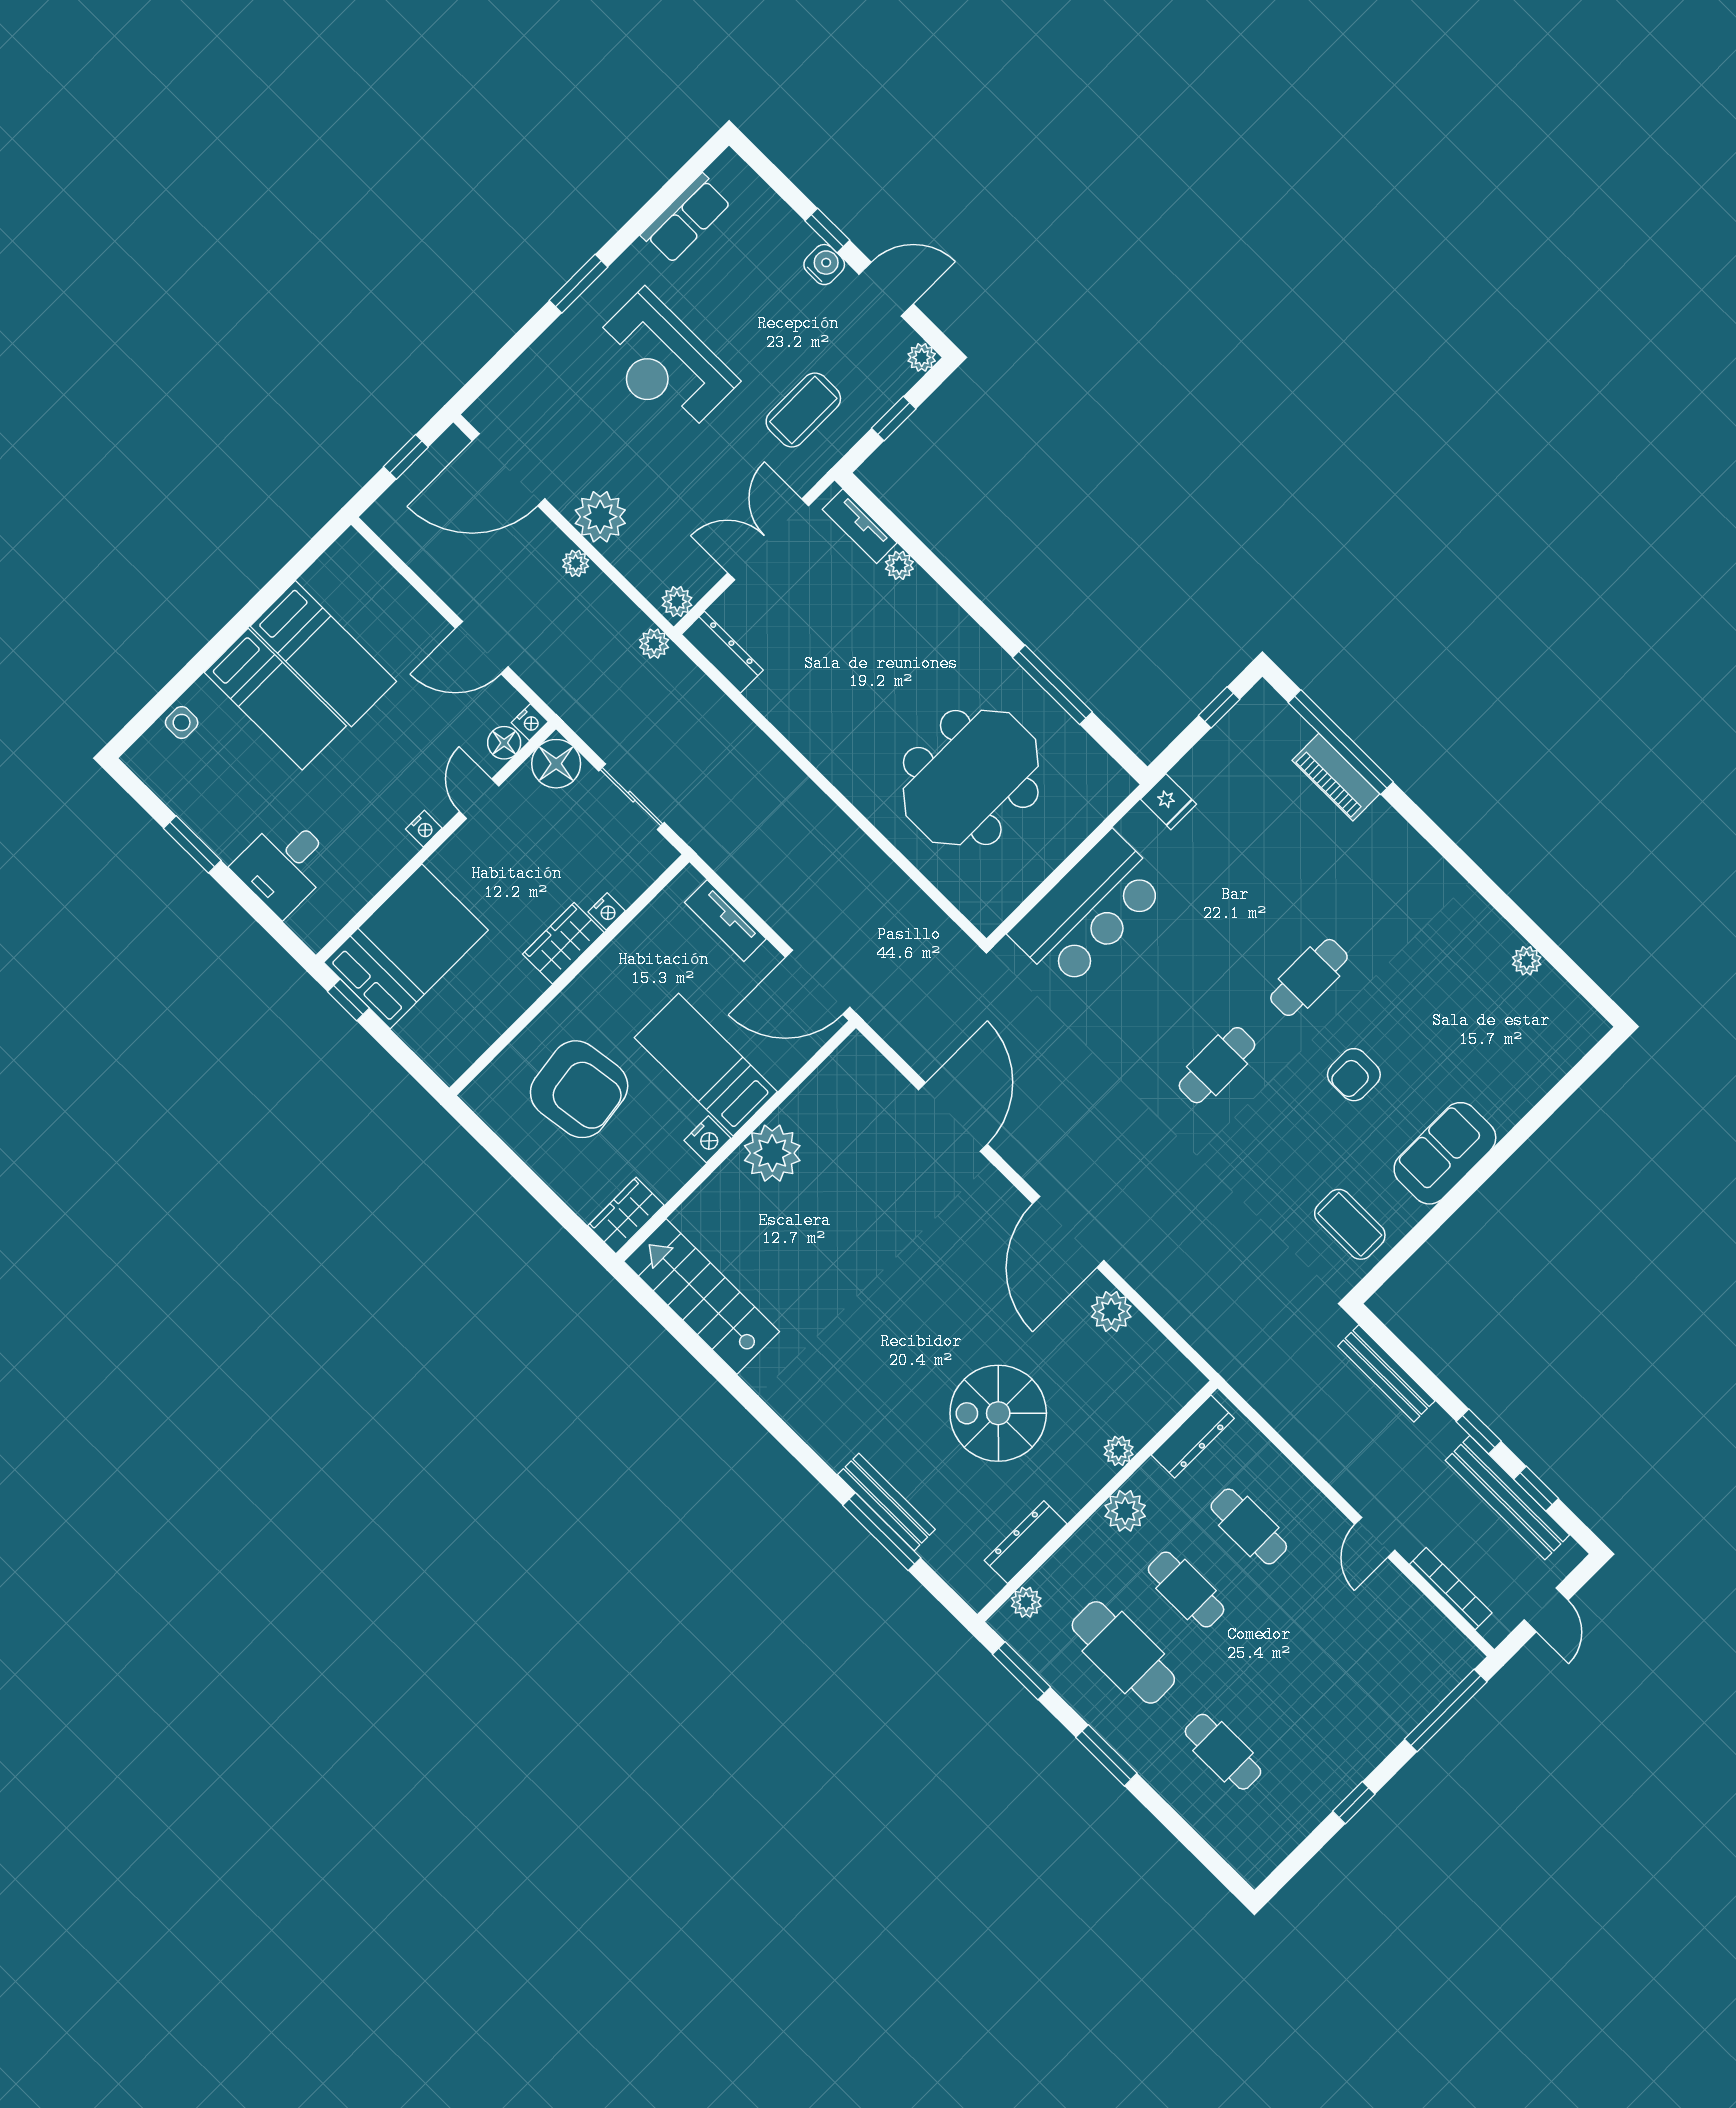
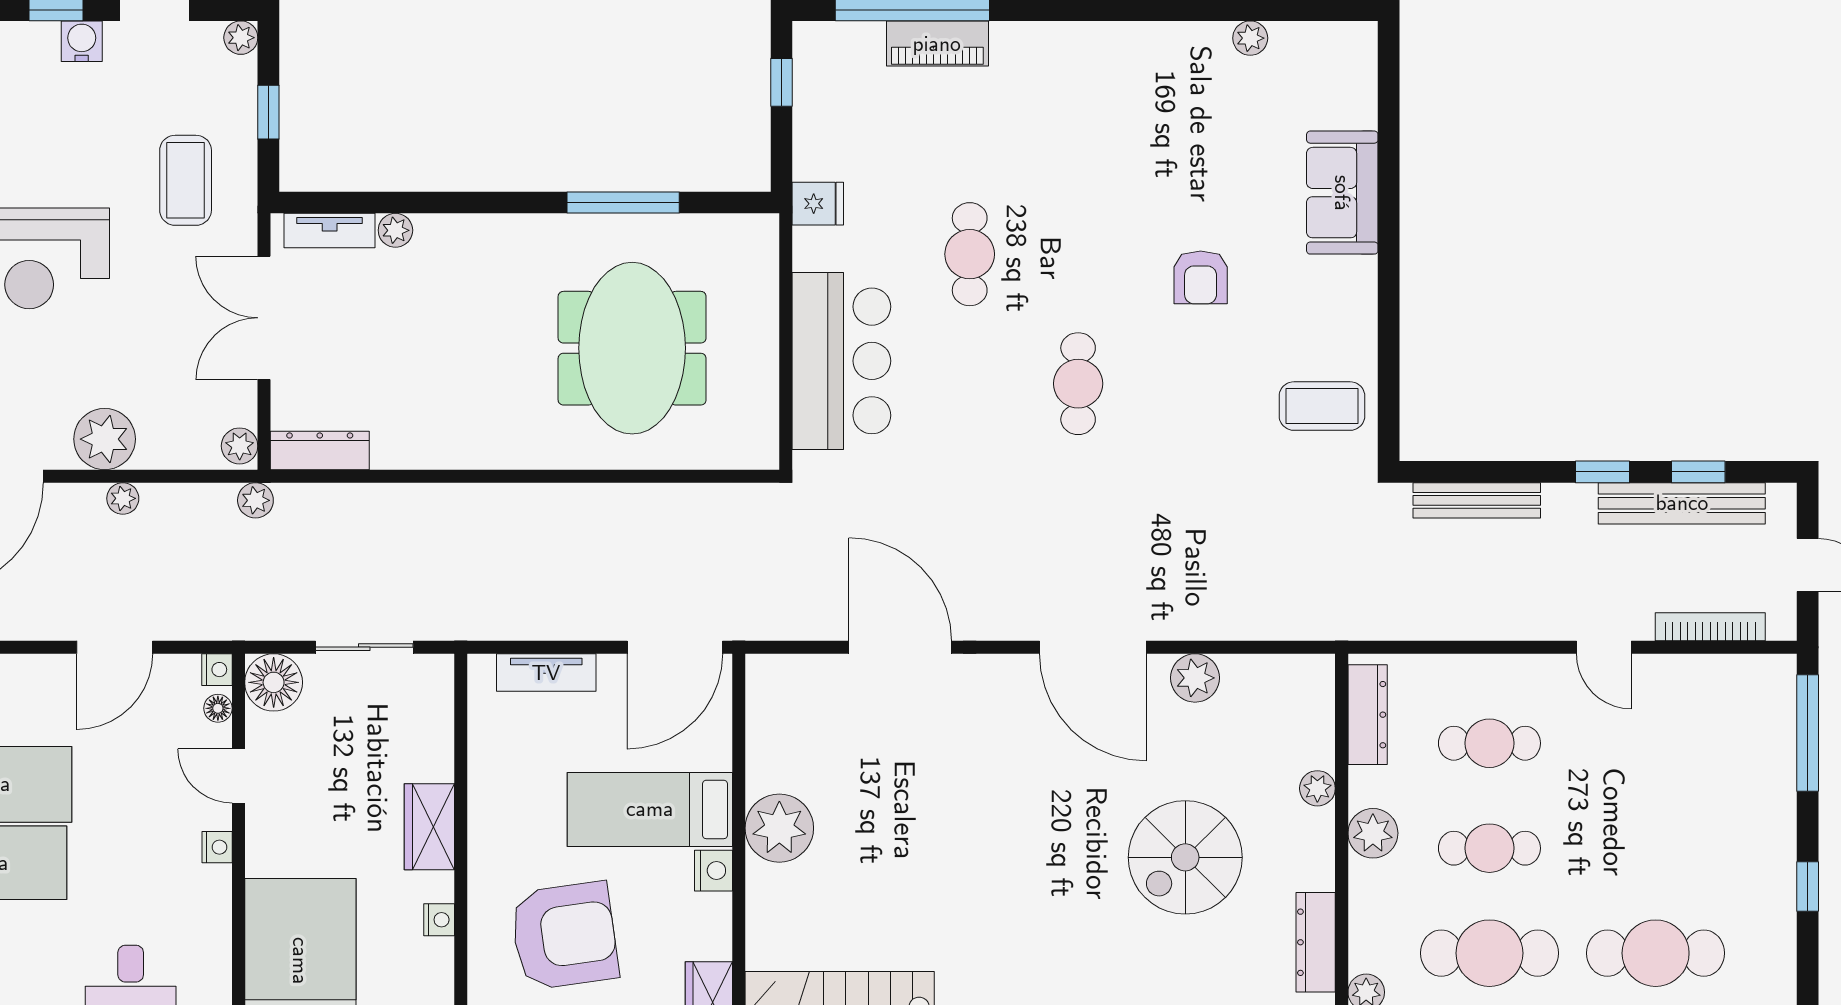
floor lamp: (504, 743) -> (218, 708), width x0.73, depth x0.73
nightstand: (607, 911) -> (439, 920), moved
cafe table: (1309, 977) -> (970, 254), moved
sofa: (1445, 1153) -> (1342, 193), moved
cafe table: (1223, 1752) -> (1656, 953), width x1.37, depth x1.35

